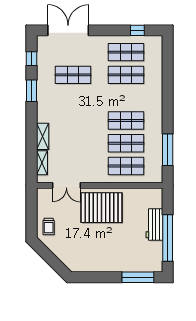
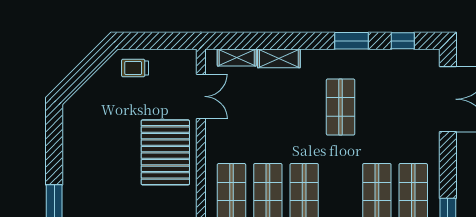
shop shelf: (73, 75) -> (341, 107), moved
double door: (66, 185) -> (201, 96), swing flipped

